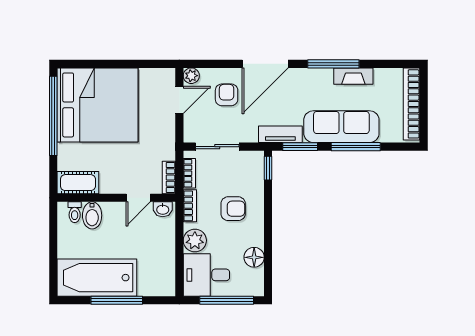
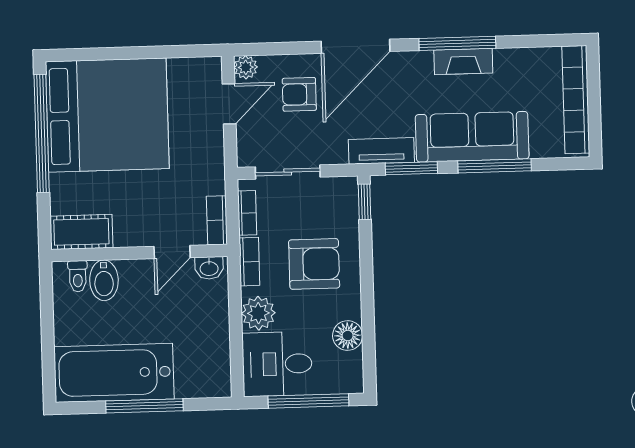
fireplace: (353, 76) -> (463, 61), moved
armchair: (227, 95) -> (299, 94), turned -90
armchair: (233, 209) -> (314, 264), width x1.38, depth x1.38

